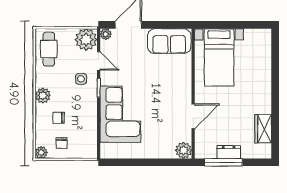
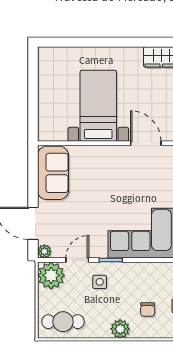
bed with nightstands: (219, 57) -> (98, 106), moved, turned -90

